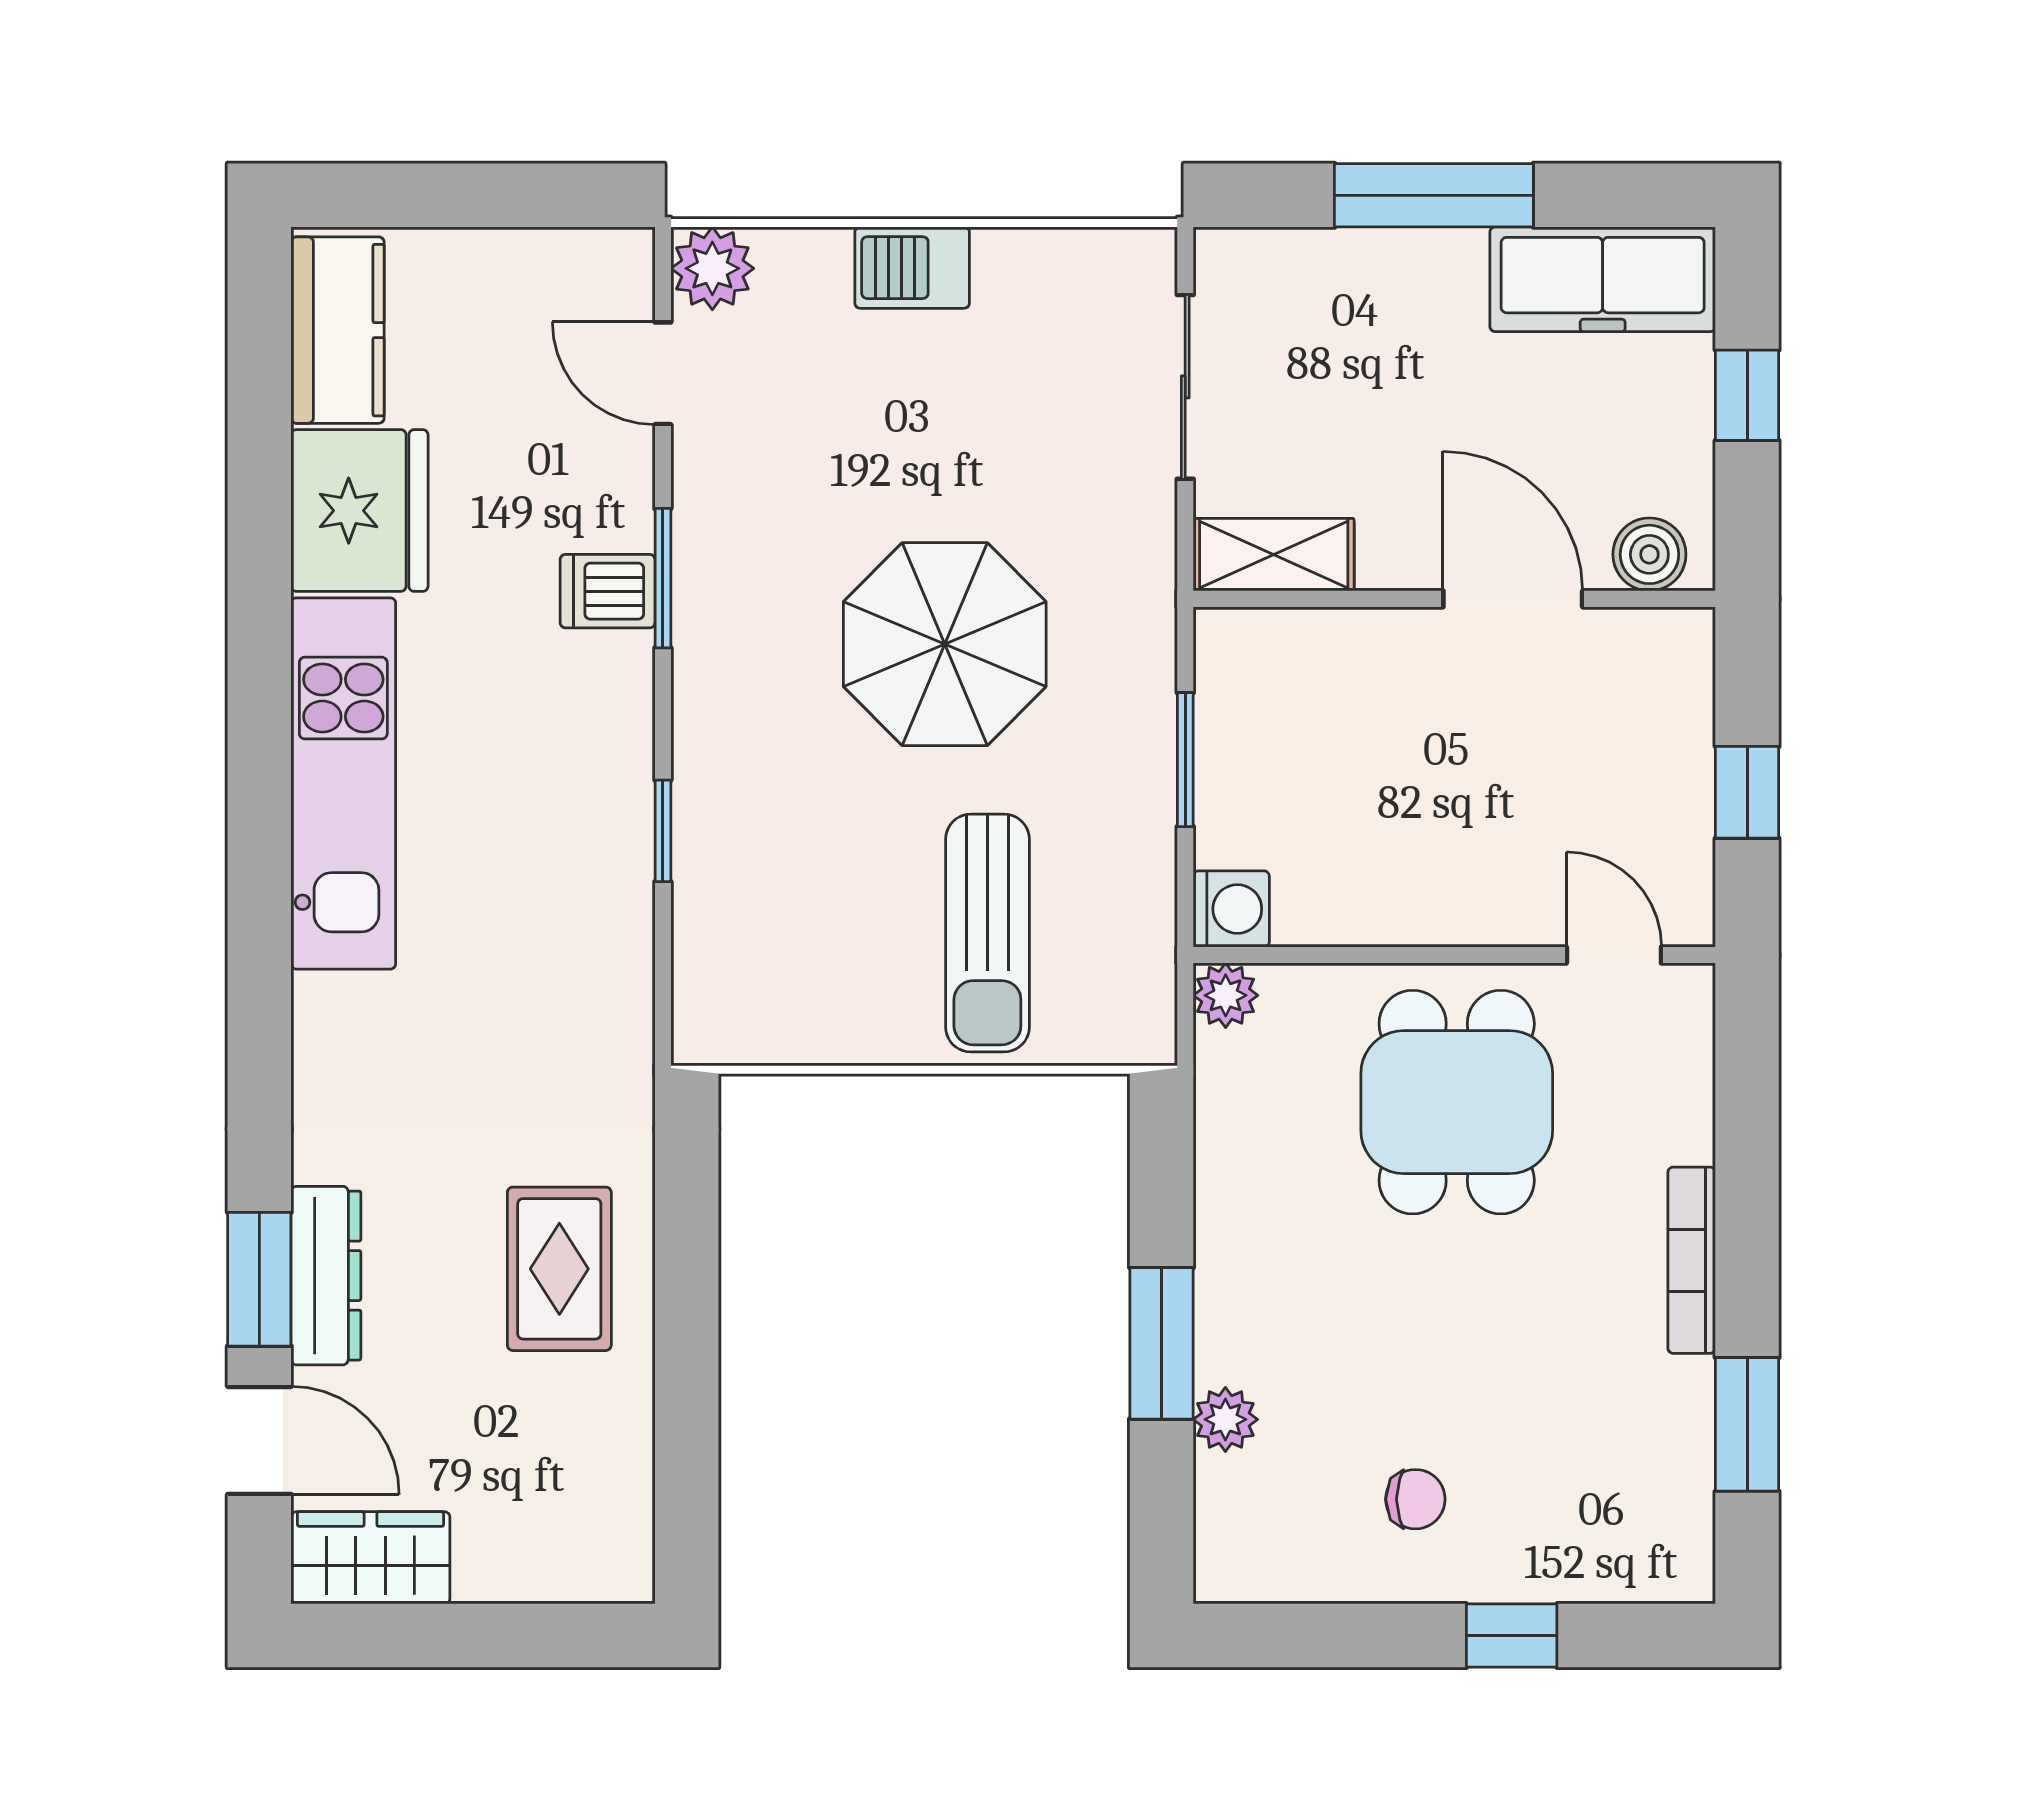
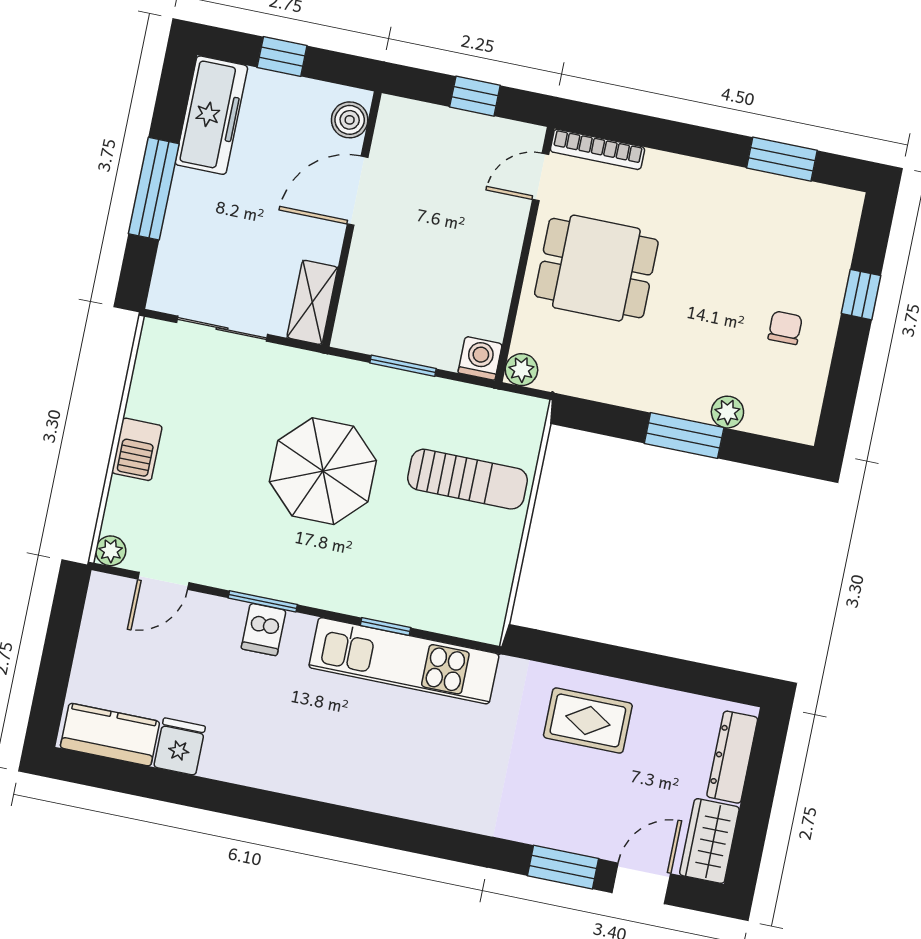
plant: (712, 268) -> (111, 551), width x0.73, depth x0.73
fridge: (360, 511) -> (180, 747), width x0.53, depth x0.75
kitchen unit: (343, 783) -> (404, 661), moved, turned 180
bookcase: (1692, 1260) -> (597, 149), moved
dresser: (326, 1276) -> (732, 757), moved, turned -90

